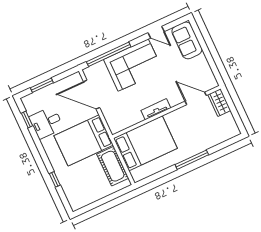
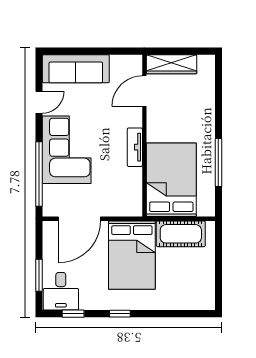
sofa: (187, 40) -> (76, 69), width x1.36
wardrobe: (219, 103) -> (172, 64), width x1.50
desk: (46, 123) -> (61, 291), moved
window: (192, 160) -> (218, 162), moved
window: (55, 179) -> (120, 314), moved

